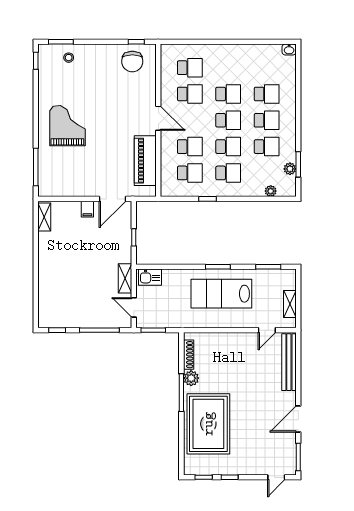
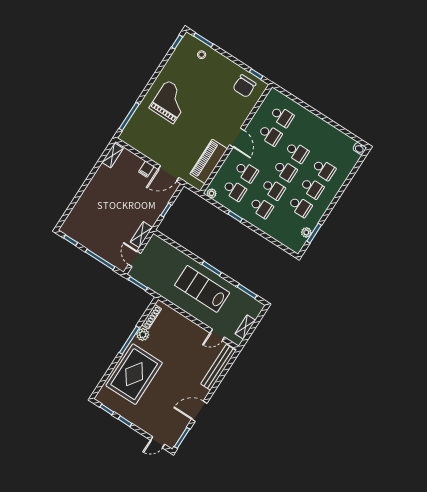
plant: (271, 191) -> (212, 193), moved
kitchen sink: (150, 277) -> (160, 245), removed

